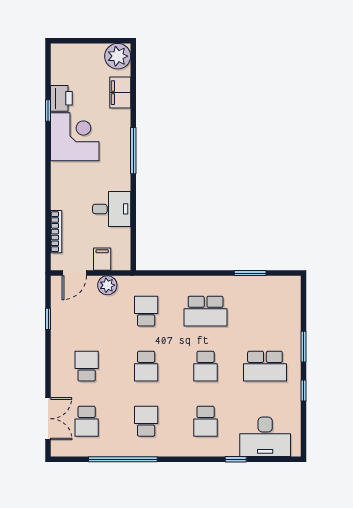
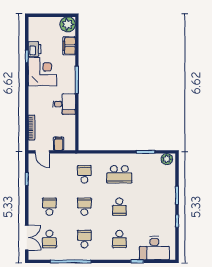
desk: (112, 209) -> (64, 104), moved
door: (74, 273) -> (42, 152), hinge flipped
plant: (107, 285) -> (167, 159), moved
school desk: (146, 366) -> (84, 207), turned 180
school desk: (265, 366) -> (154, 207), removed

